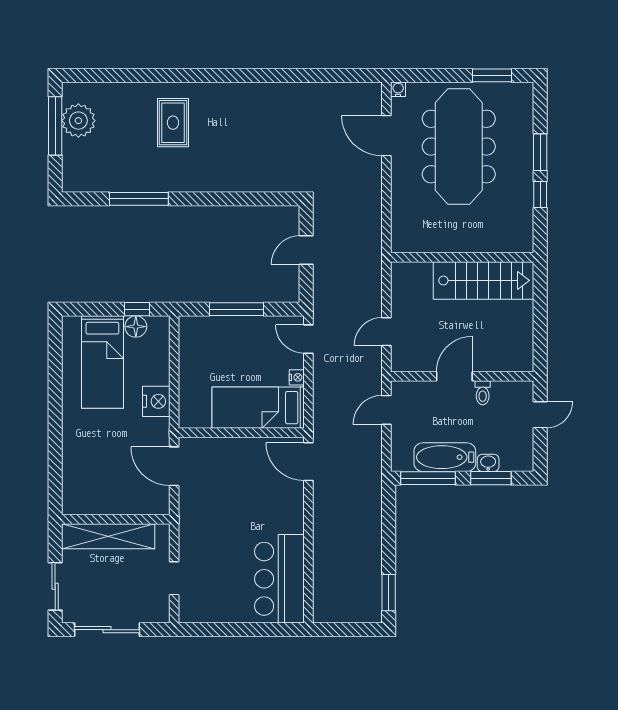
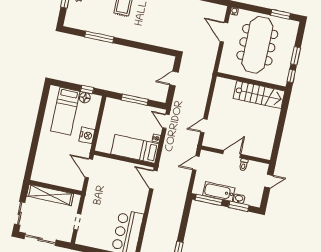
wall: (462, 257) -> (251, 81), moved
stairs: (484, 280) -> (259, 95), moved

